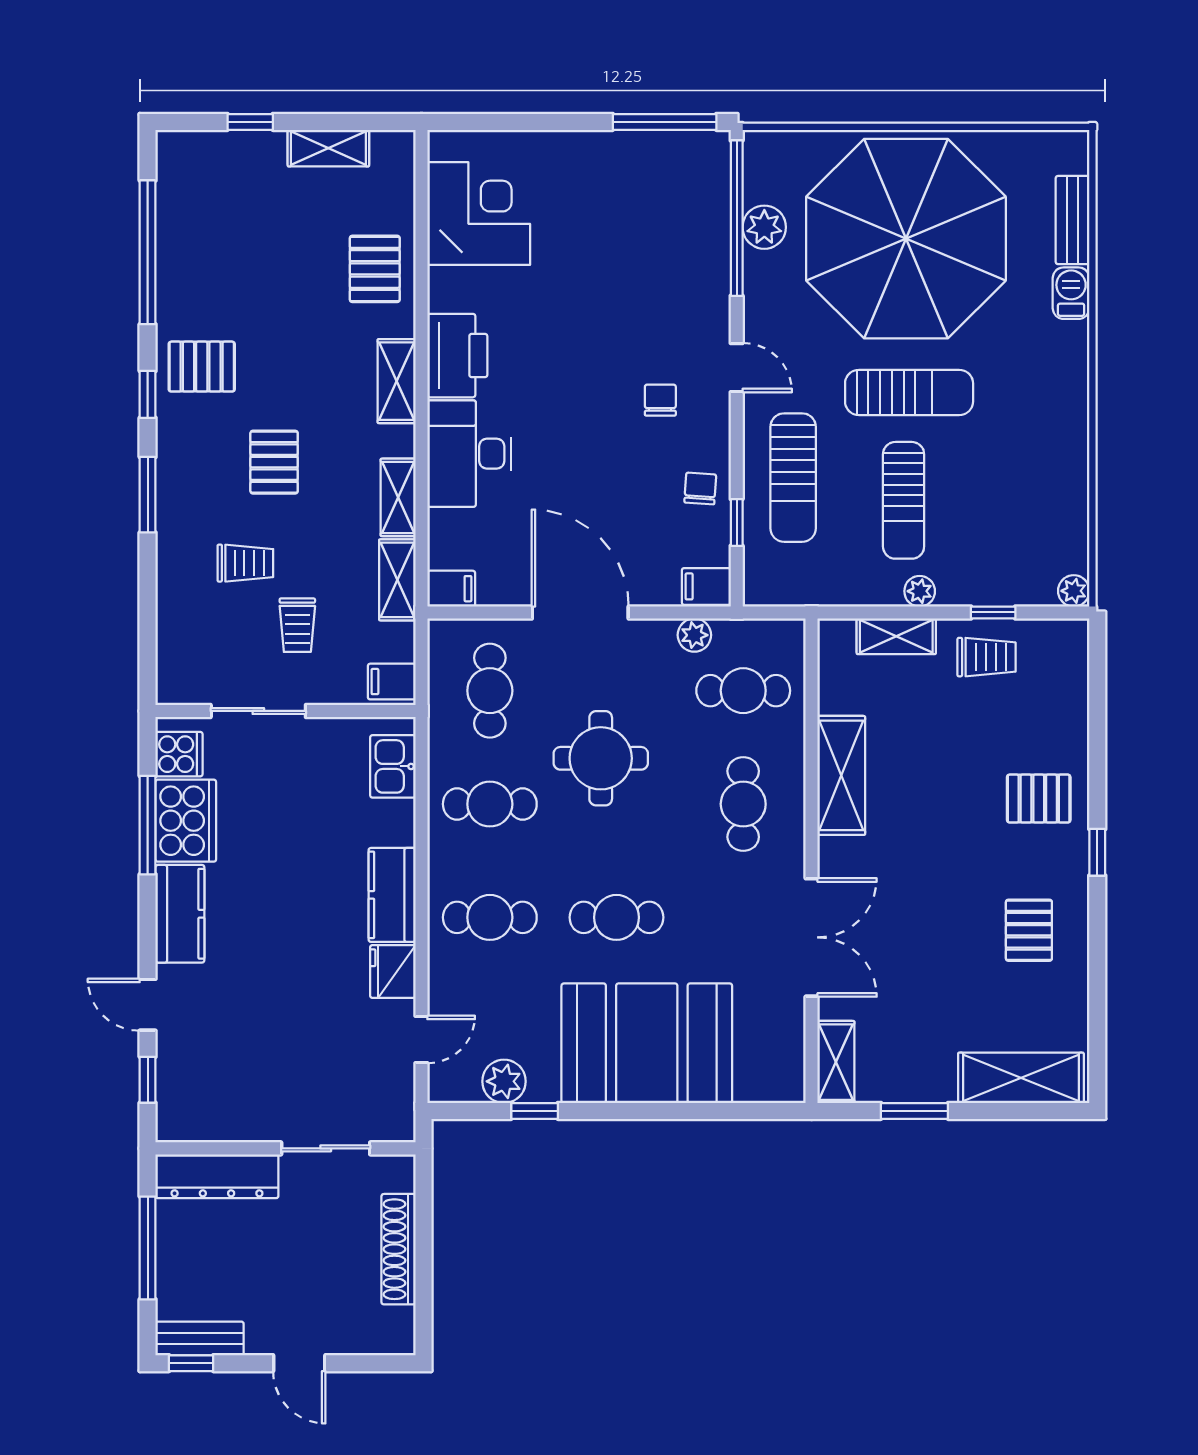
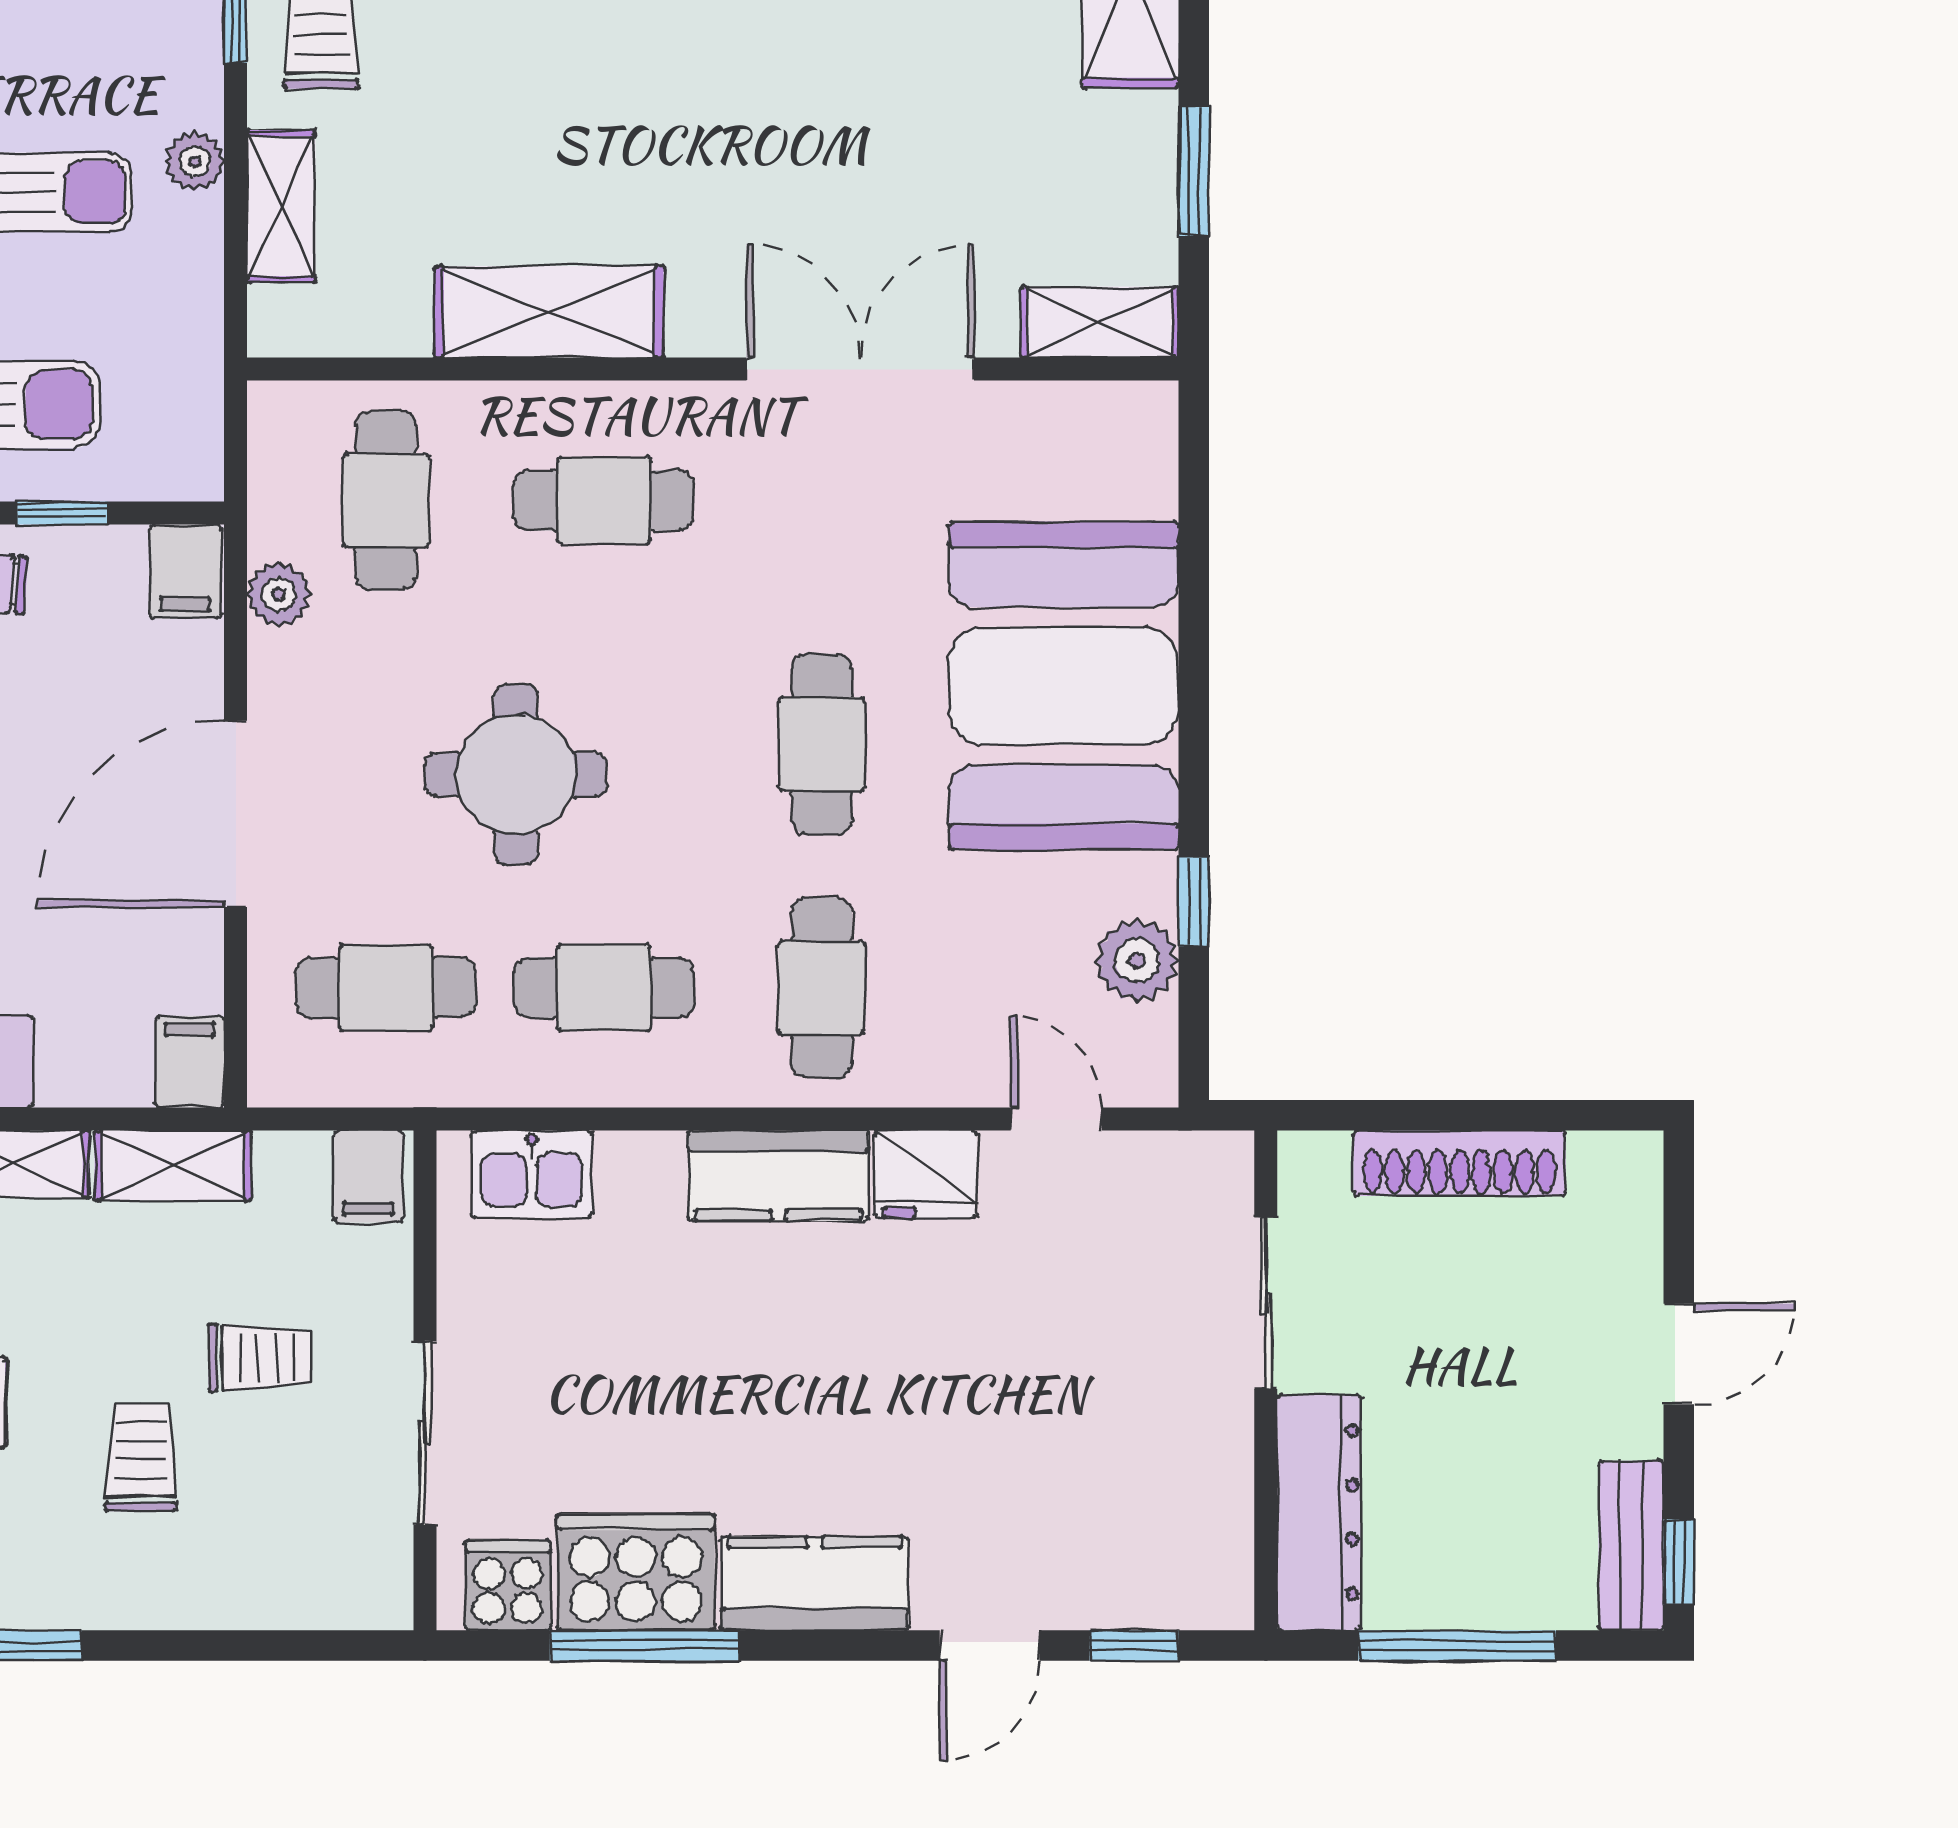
cafe table: (490, 804) -> (604, 988), turned 90

